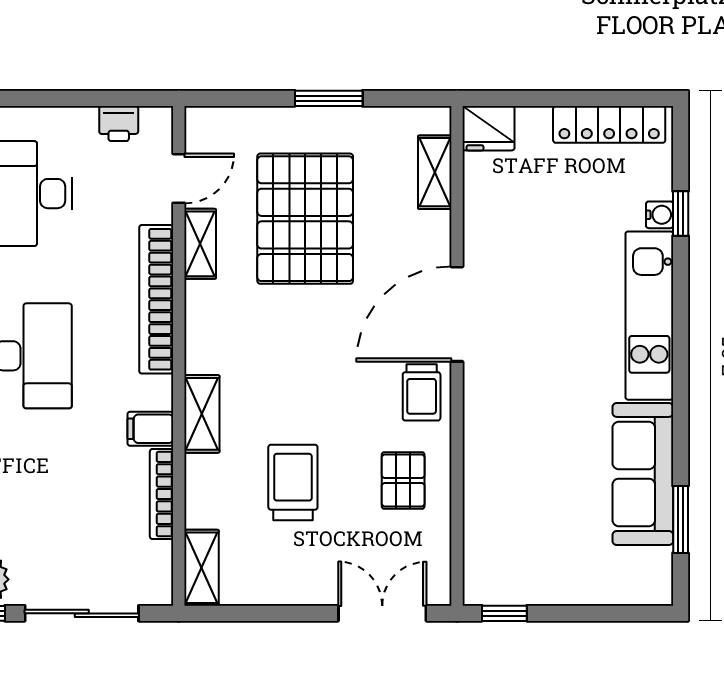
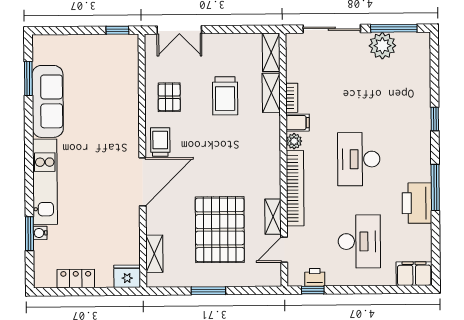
window: (123, 98) -> (313, 290), added
locker: (609, 124) -> (76, 279), width x0.66
window: (681, 213) -> (29, 234), width x1.50
plant: (158, 392) -> (294, 141), added
shelving: (202, 414) -> (271, 93), moved
bookcase: (162, 494) -> (292, 98), width x0.64

